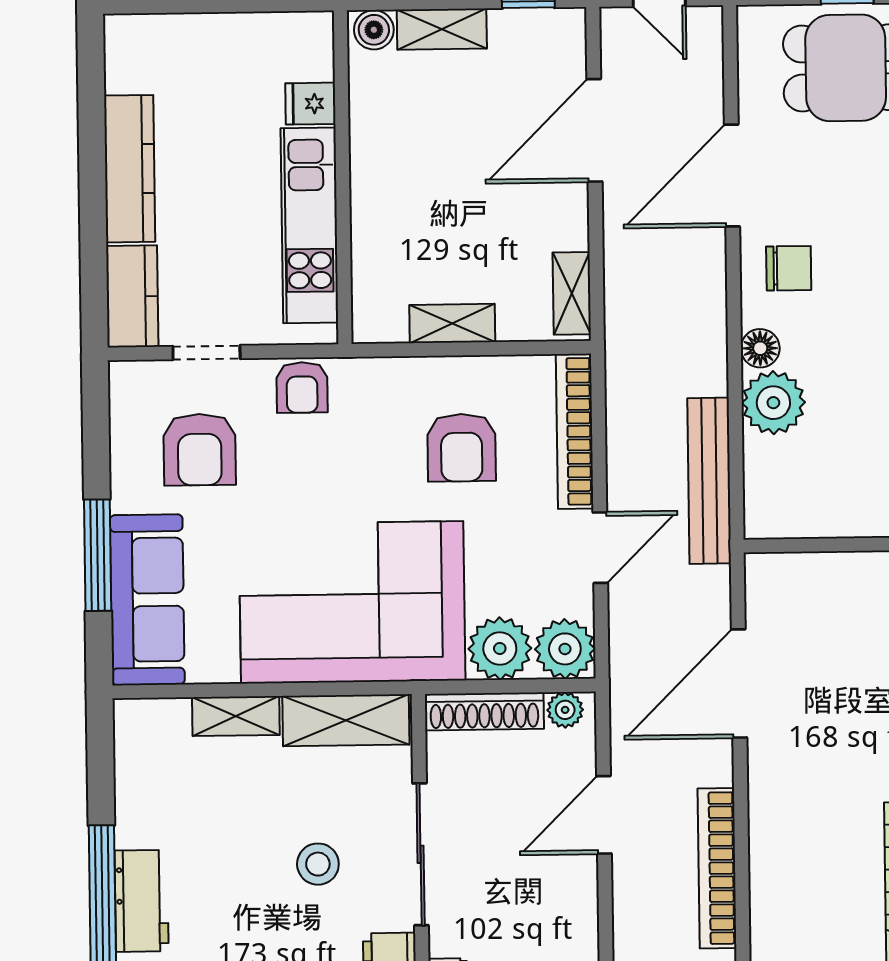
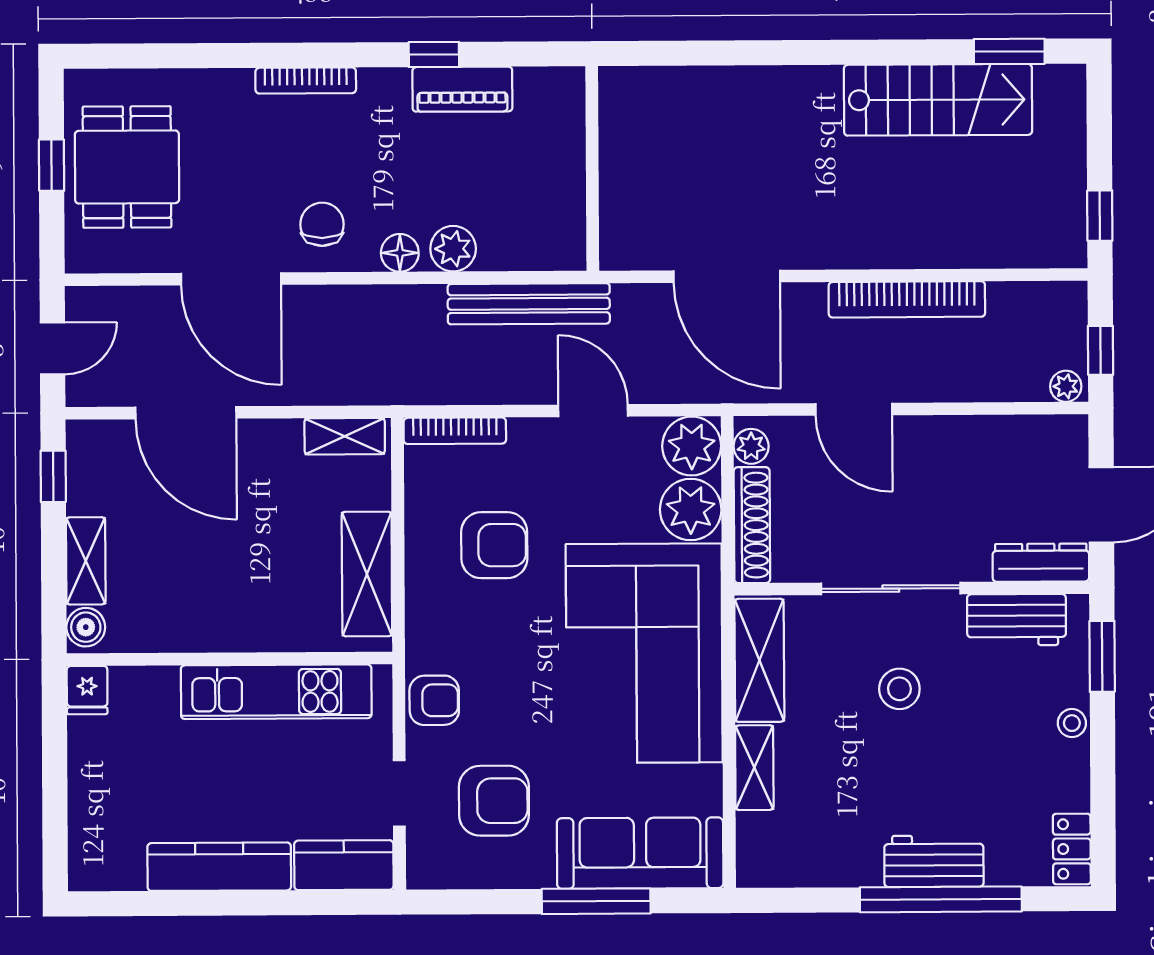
fridge: (310, 104) -> (87, 690), moved
shelving: (452, 324) -> (367, 574), width x1.50, depth x1.33
plant: (773, 403) -> (453, 249), width x0.73, depth x0.73
bookcase: (575, 431) -> (455, 431), width x0.68, depth x0.76

